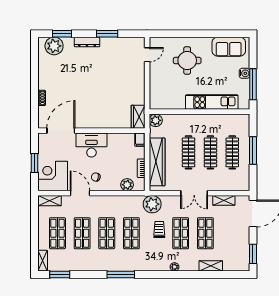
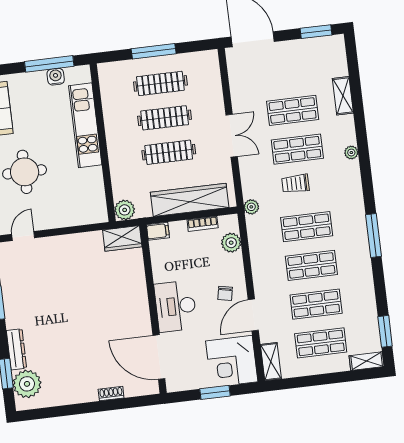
dresser: (87, 42) -> (16, 349), moved
door: (147, 55) -> (23, 236), hinge flipped
water cooler: (244, 73) -> (56, 77), moved
shelving: (224, 200) -> (237, 88), removed
plant: (152, 204) -> (251, 207), width x0.53, depth x0.53

